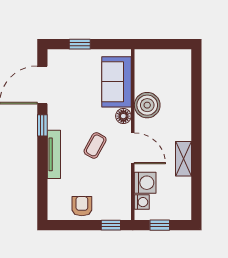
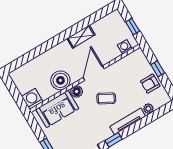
washing machine: (145, 183) -> (32, 99), moved
plant: (54, 187) -> (148, 109), added
window: (111, 225) -> (158, 69), moved

